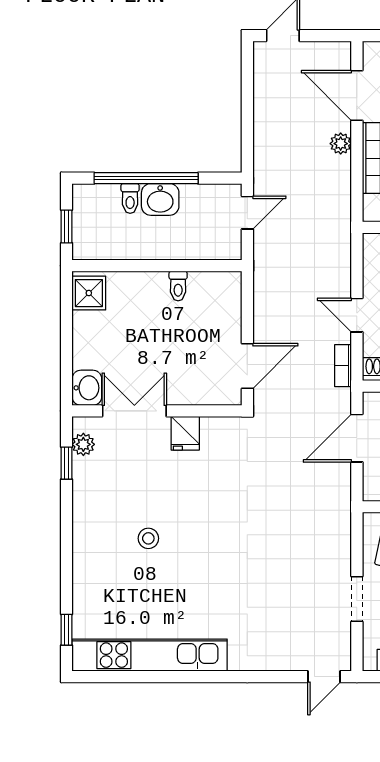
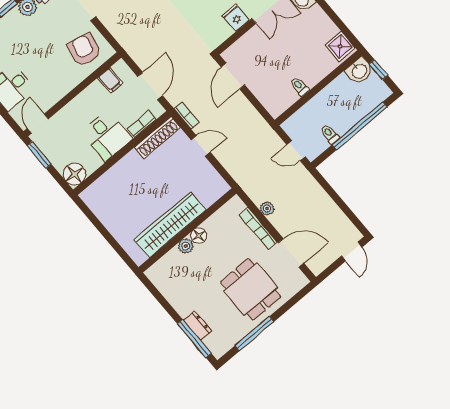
plant: (341, 144) -> (267, 209), moved
toilet: (130, 198) -> (330, 134), moved
washbasin: (160, 199) -> (359, 71), moved, turned 180
door: (247, 213) -> (296, 151), hinge flipped

